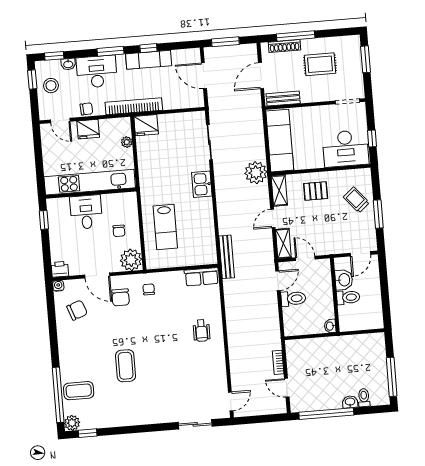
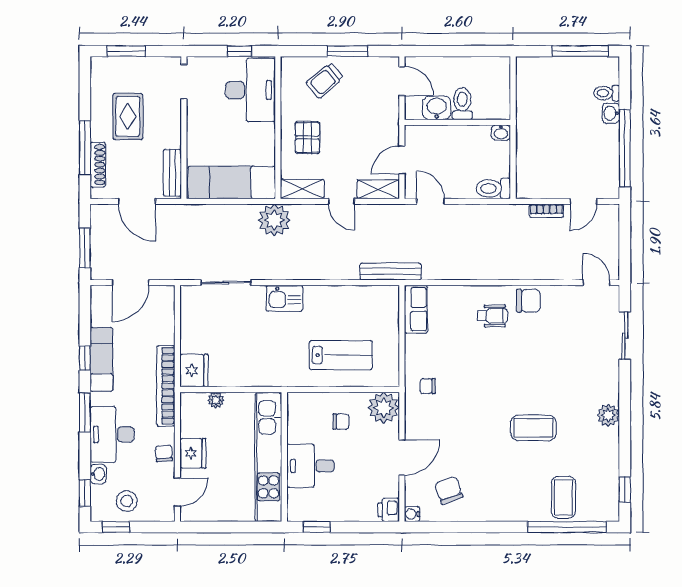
chair: (121, 297) -> (528, 301), moved
toilet: (293, 299) -> (493, 188), moved, turned -90
plant: (72, 423) -> (608, 415), moved

